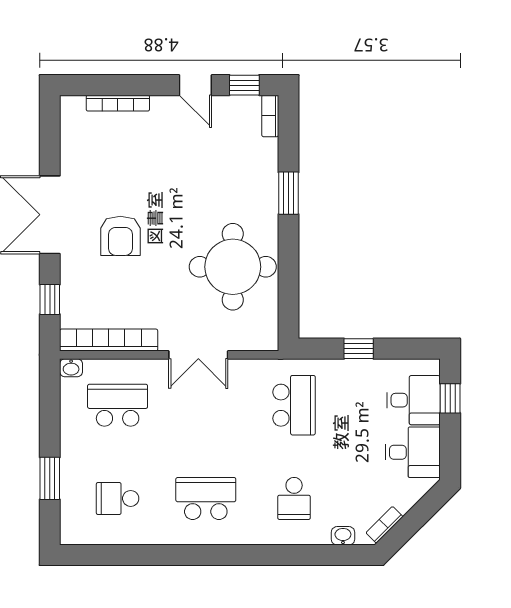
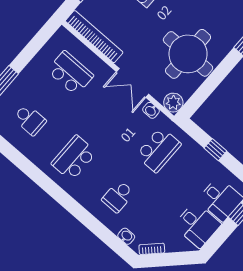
plant: (264, 337) -> (173, 103), added
washbasin: (71, 368) -> (151, 110), moved
school desk: (118, 498) -> (30, 120), turned 180
school desk: (206, 498) -> (74, 158), turned -90

